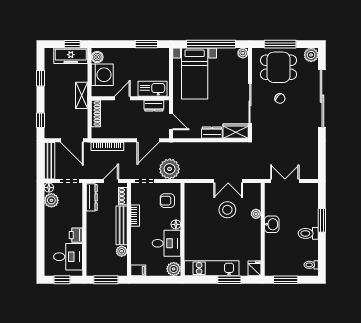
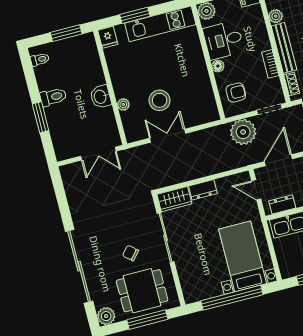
plant: (243, 53) -> (190, 297), removed

